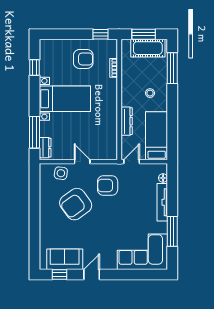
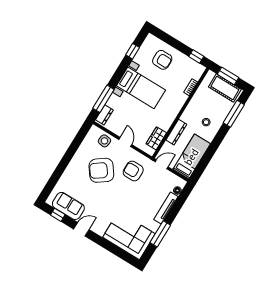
armchair: (83, 59) -> (162, 60), moved
wardrobe: (111, 139) -> (156, 138), added

